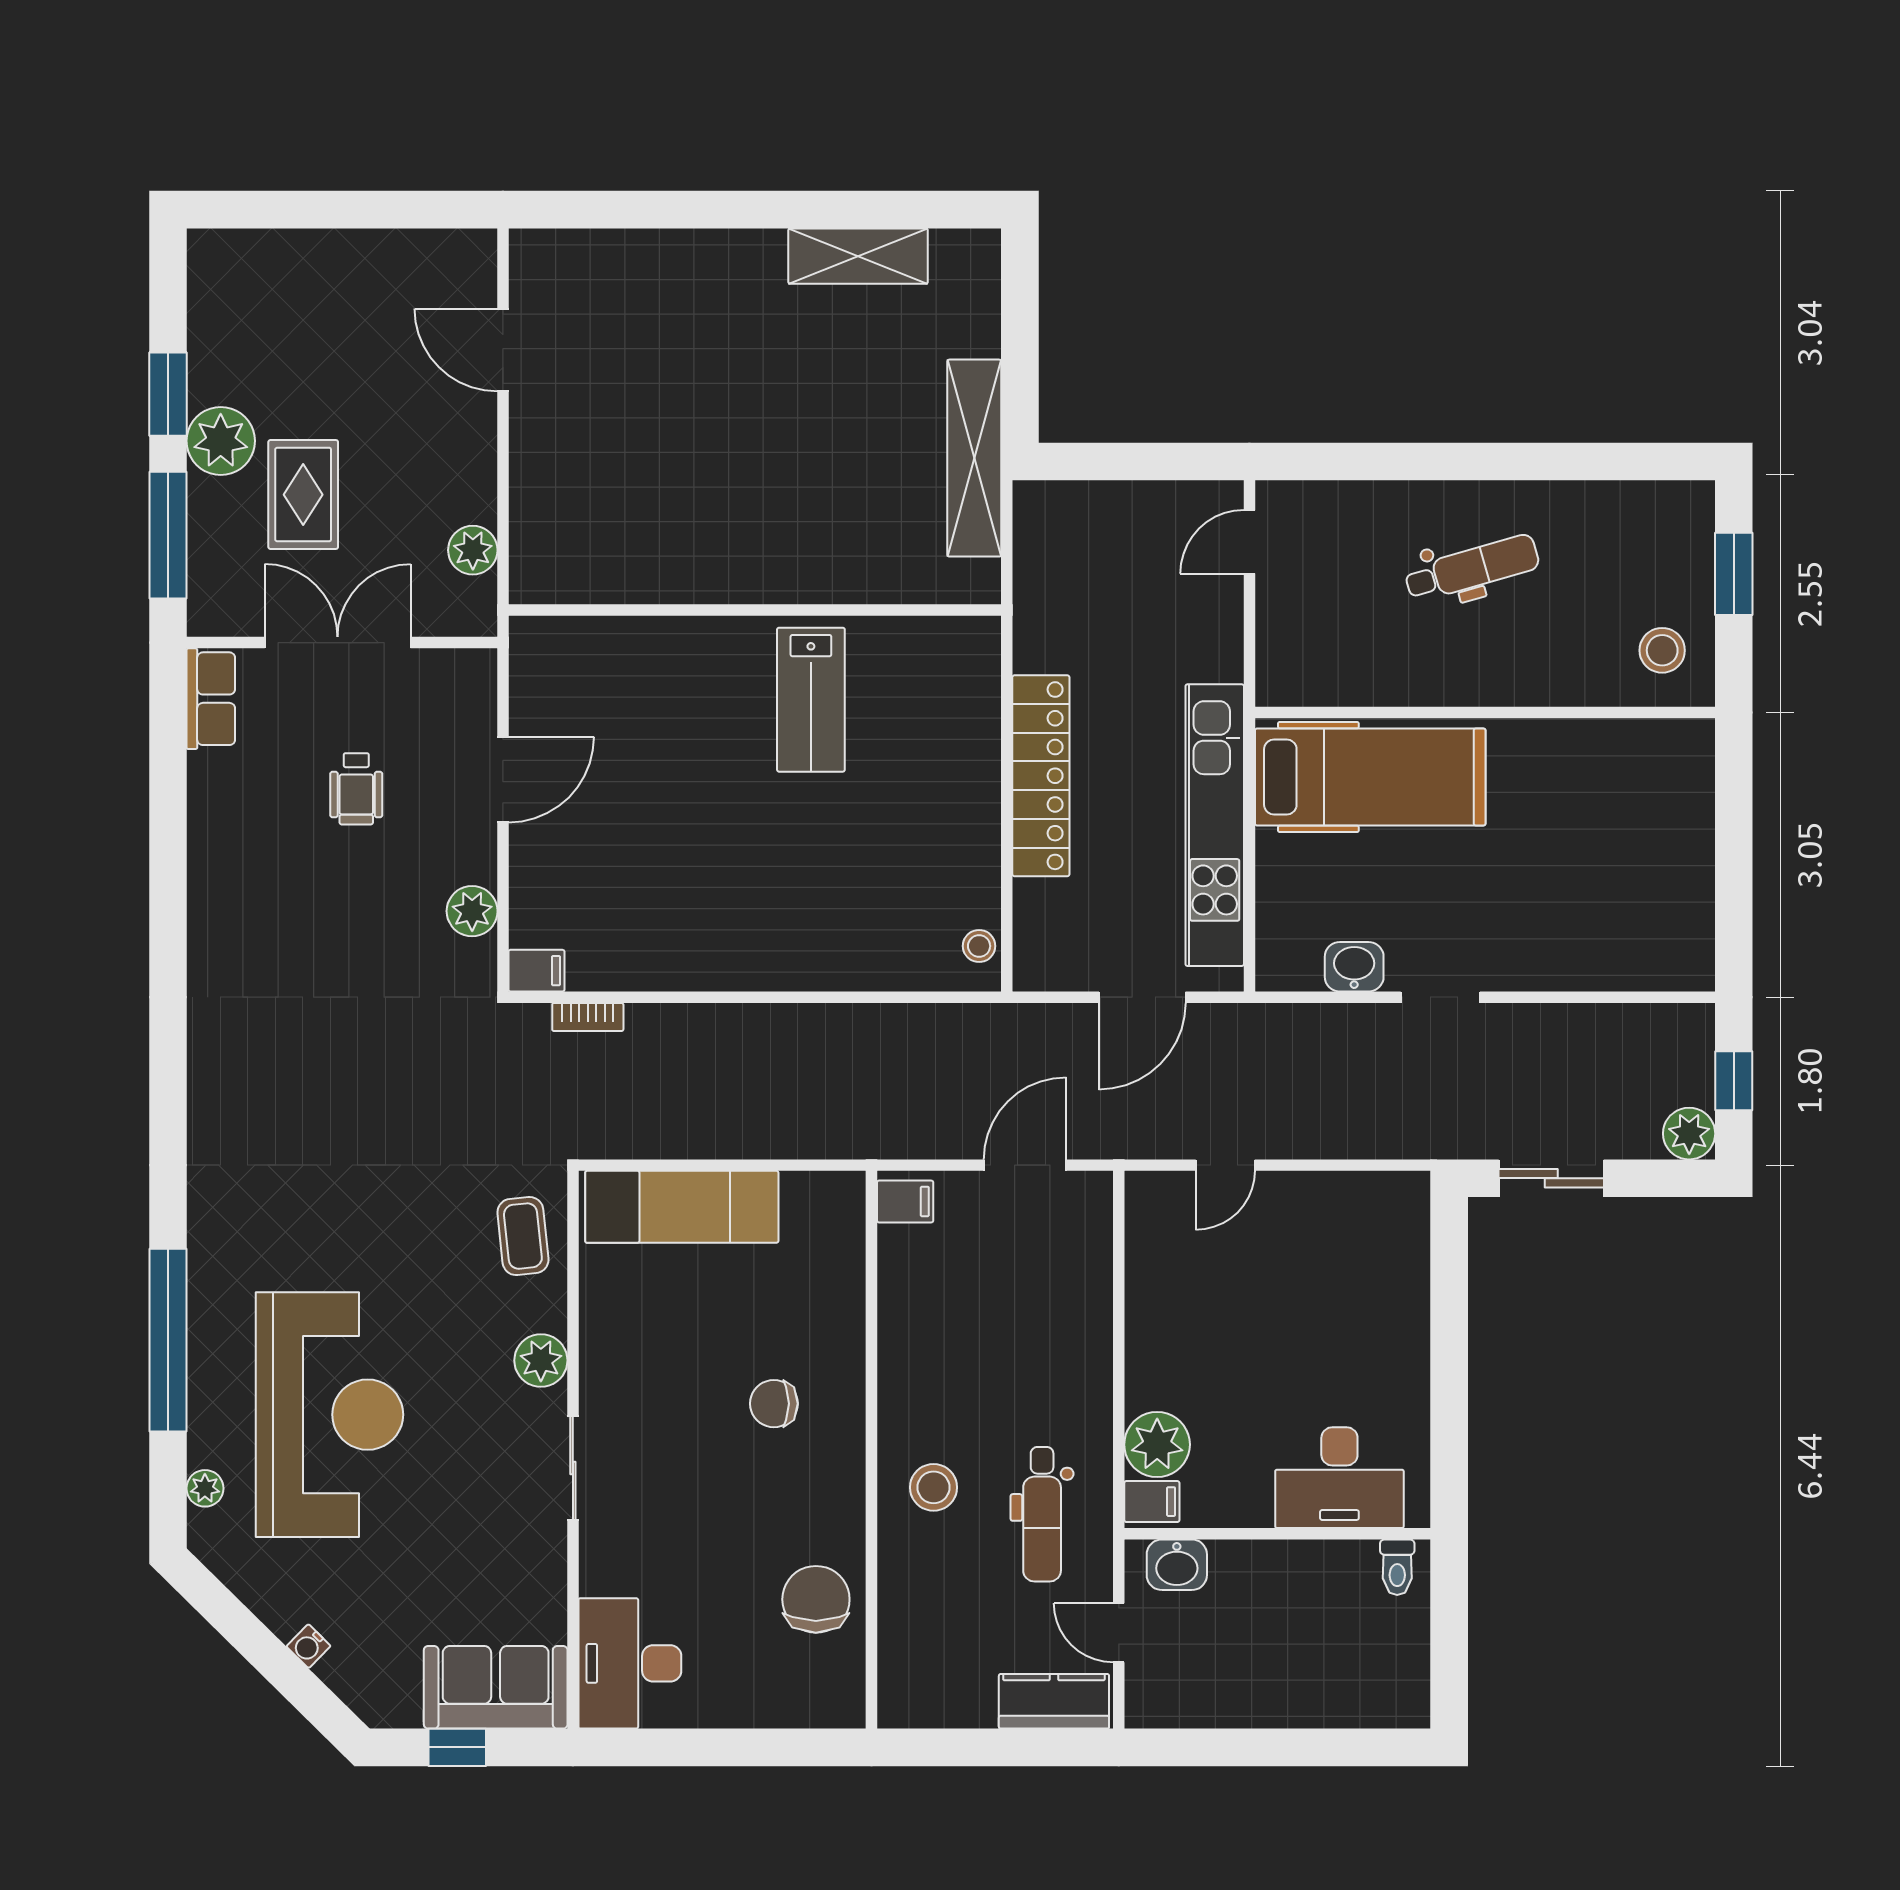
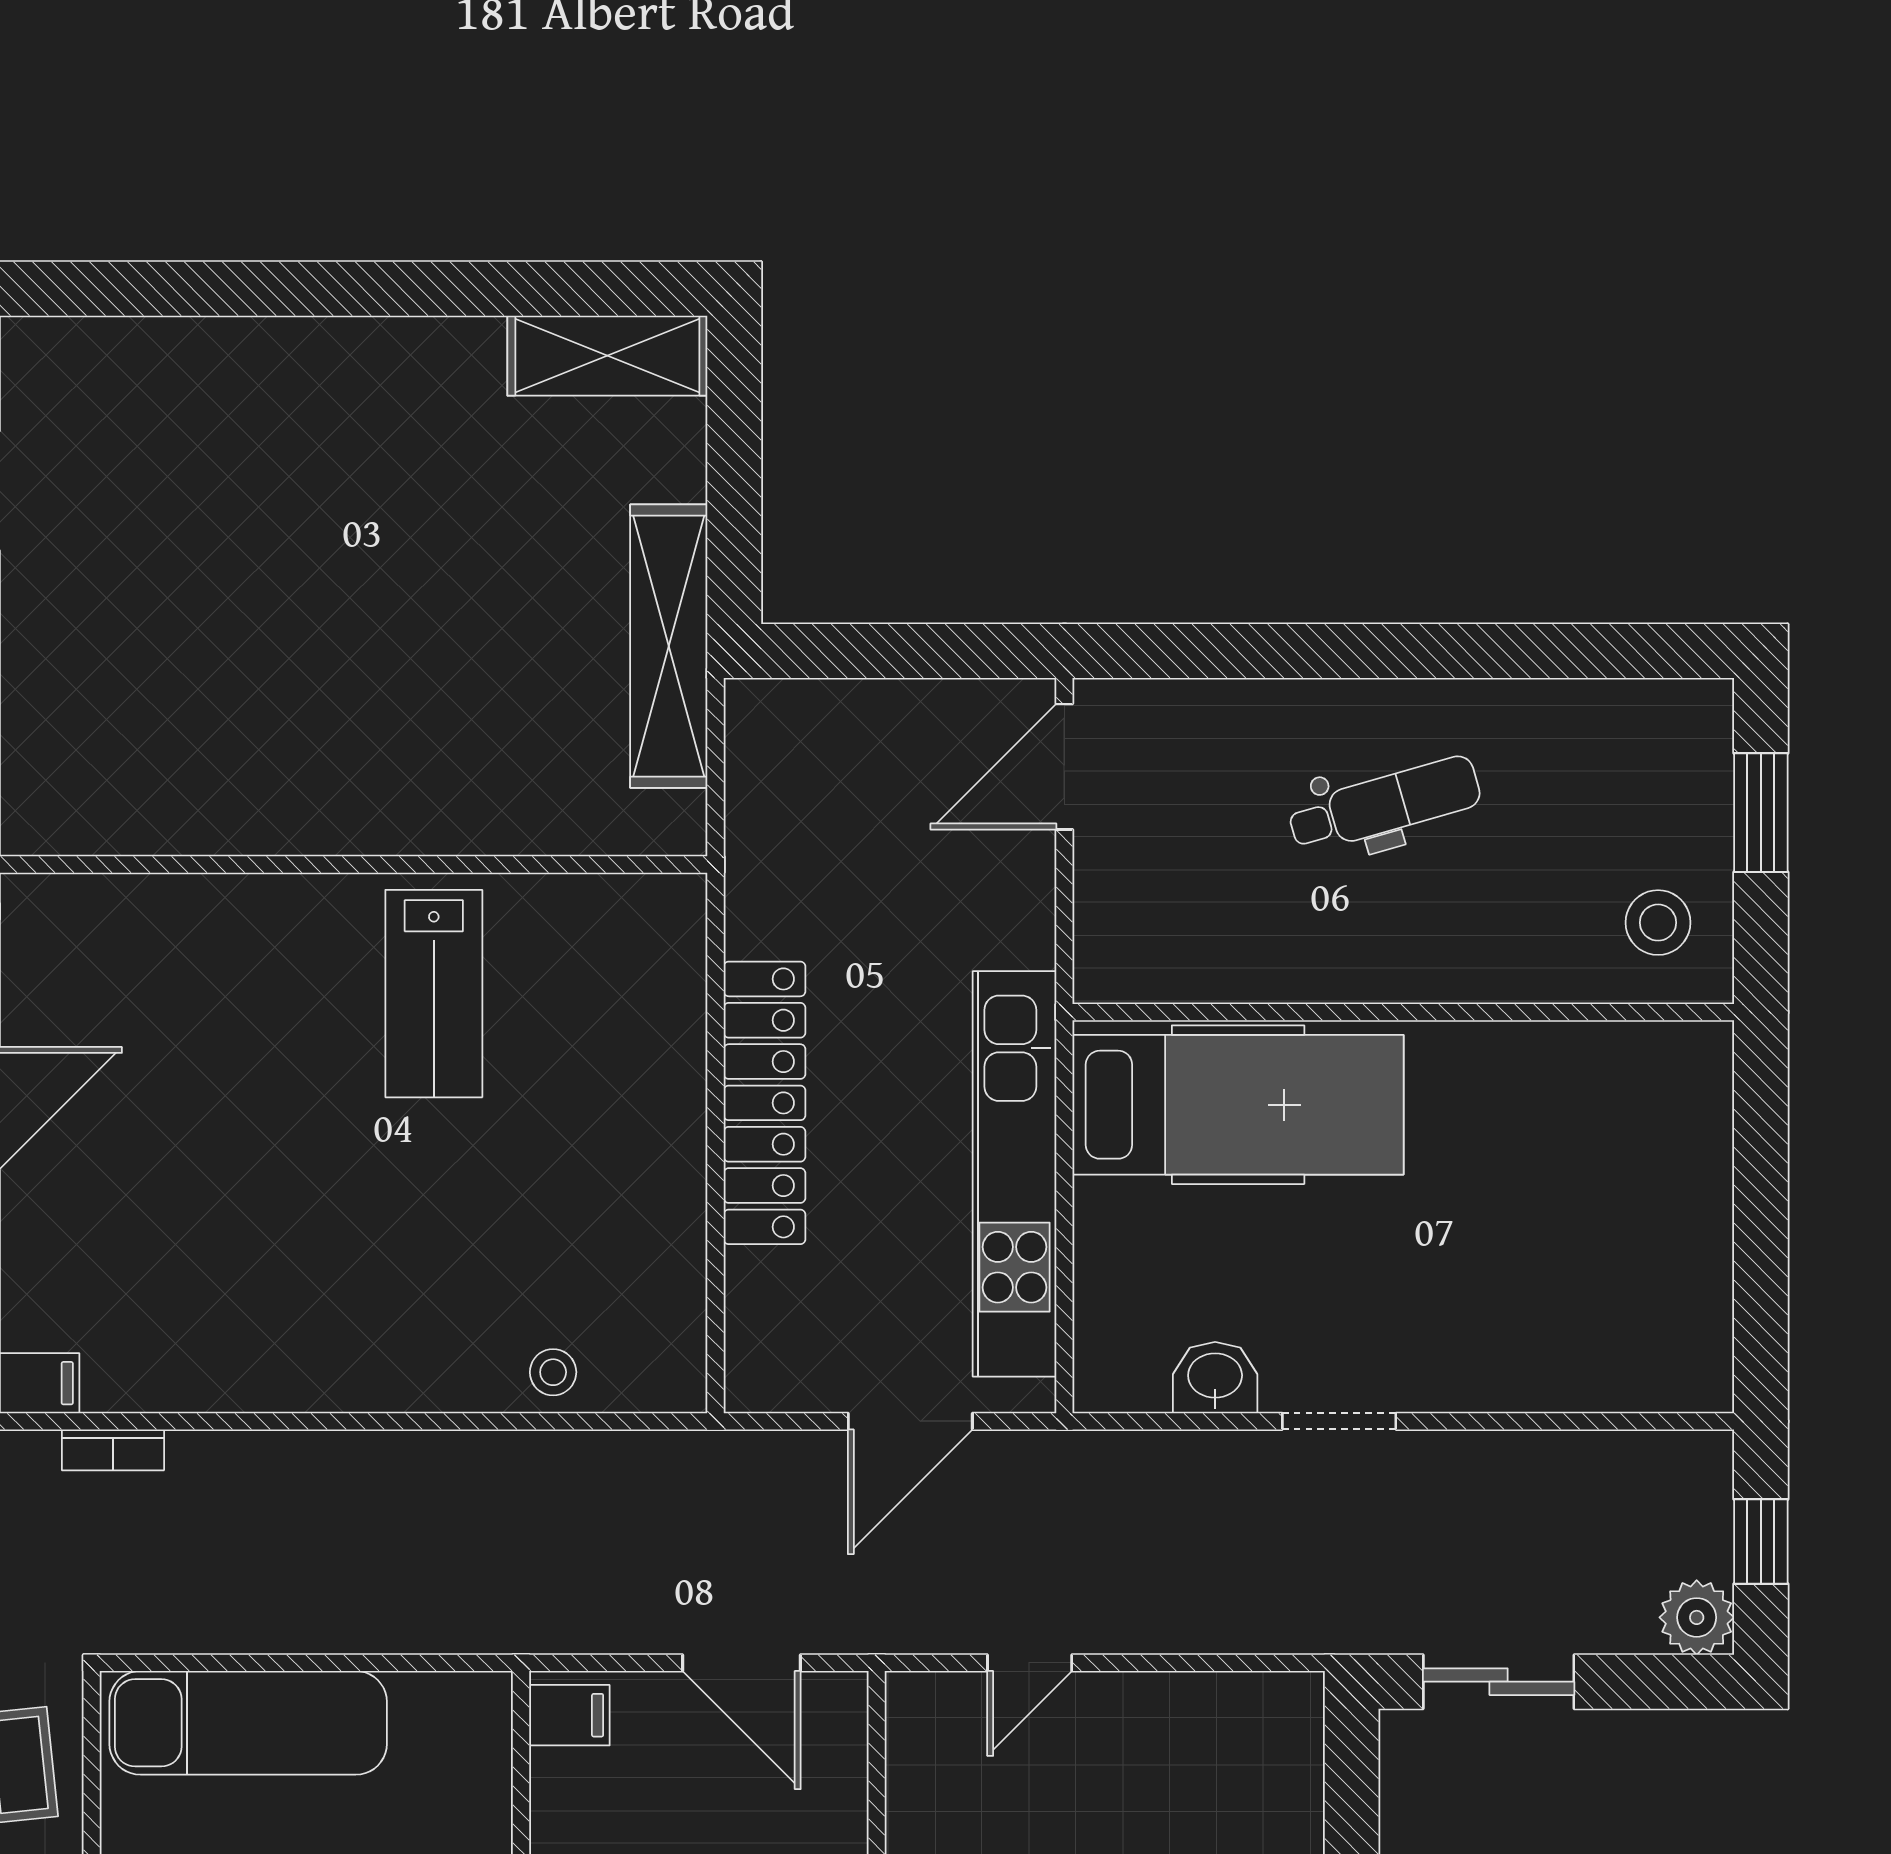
shelving: (858, 256) -> (607, 356), moved
door: (1249, 542) -> (1064, 767), width x1.38
stool: (979, 946) -> (553, 1372), moved
door: (1025, 1165) -> (742, 1663), swing flipped

